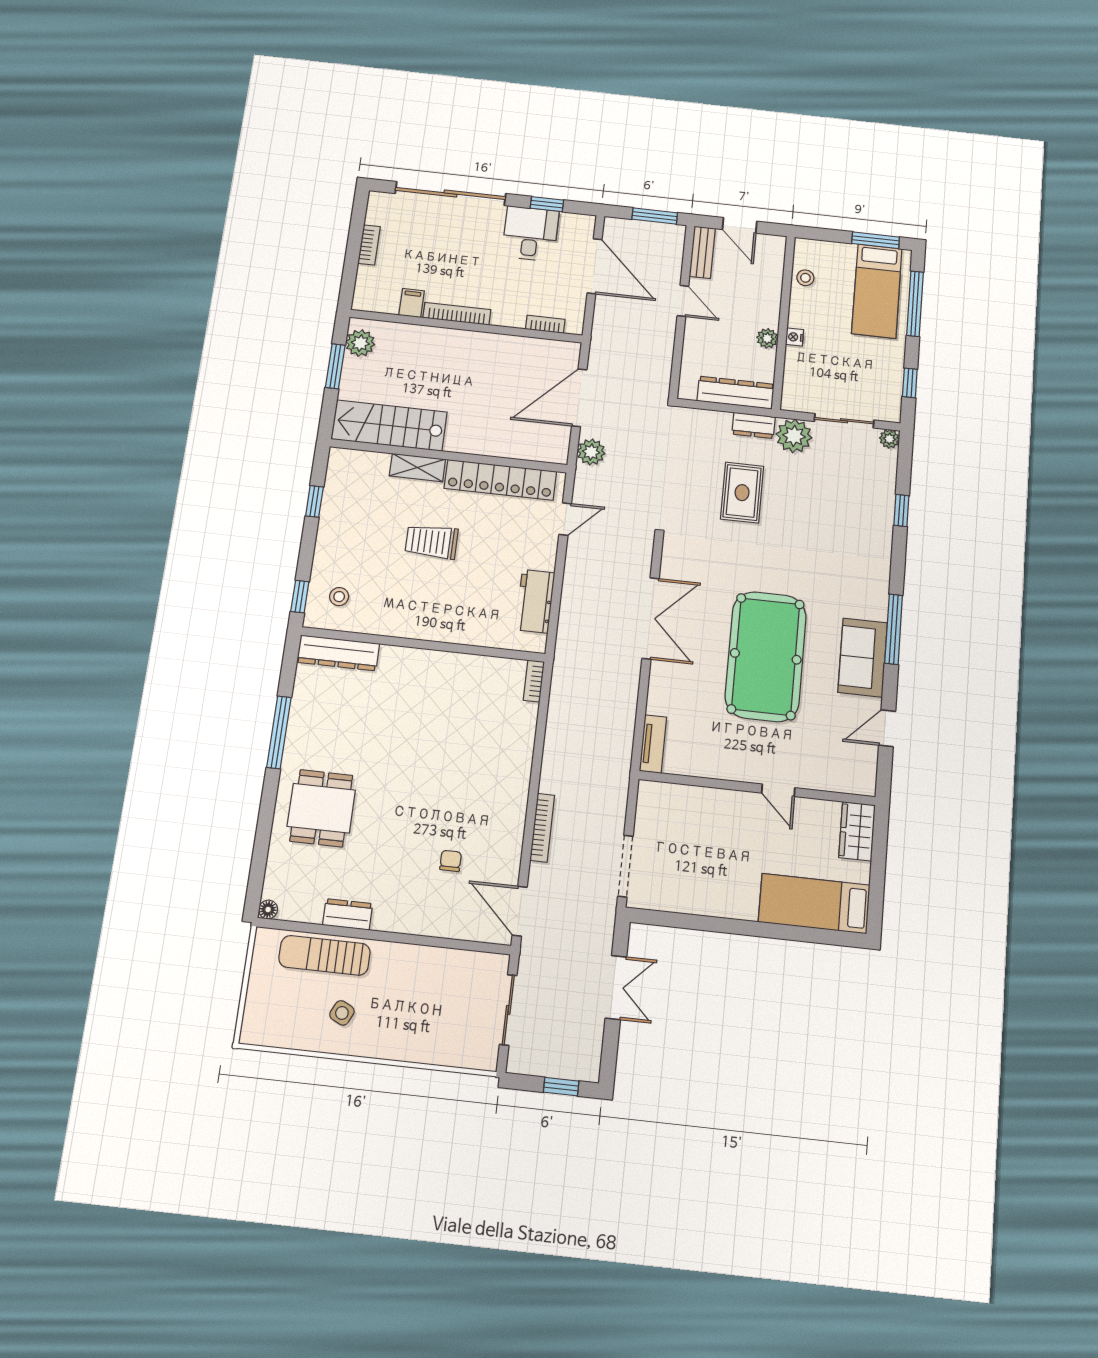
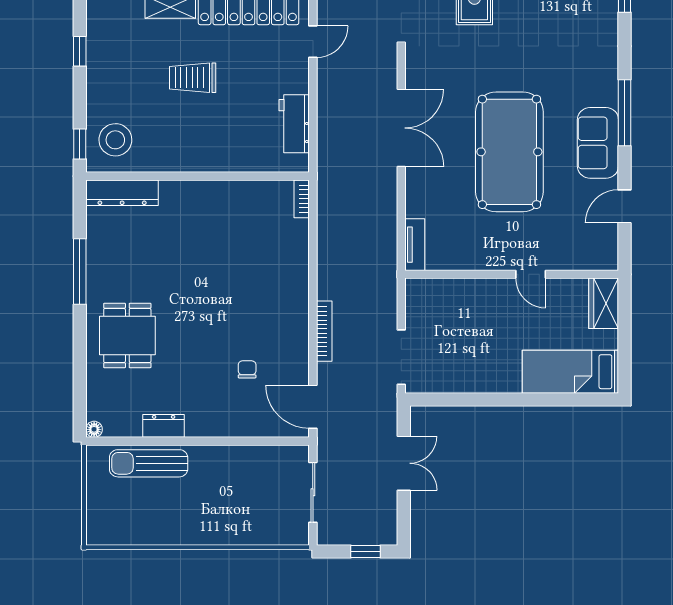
stool: (339, 597) -> (115, 140), width x1.89, depth x1.89
side table: (342, 1013) -> (171, 510), removed

